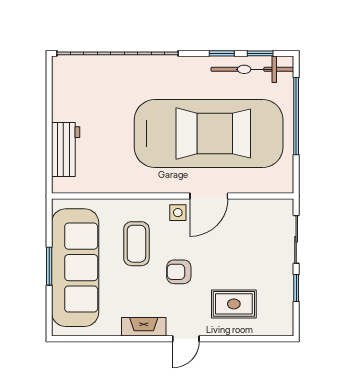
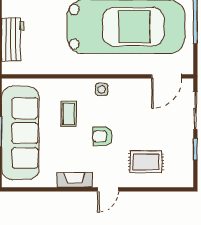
door: (209, 196) -> (167, 76), moved
coffee table: (136, 244) -> (69, 114), width x0.73, depth x0.77

